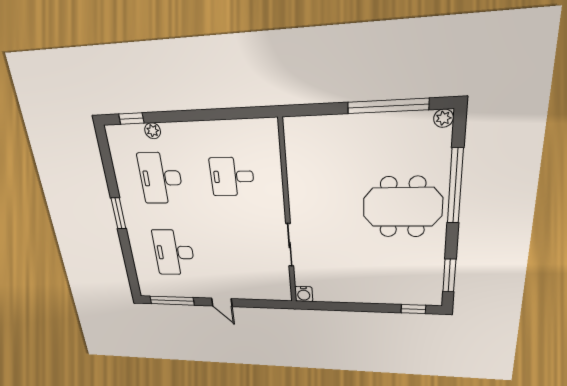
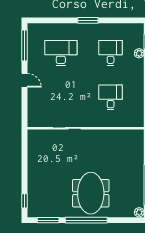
desk: (161, 178) -> (111, 53), width x0.73
window: (455, 186) -> (86, 220), moved
water cooler: (304, 294) -> (33, 135), removed
door: (222, 302) -> (25, 80), swing flipped

